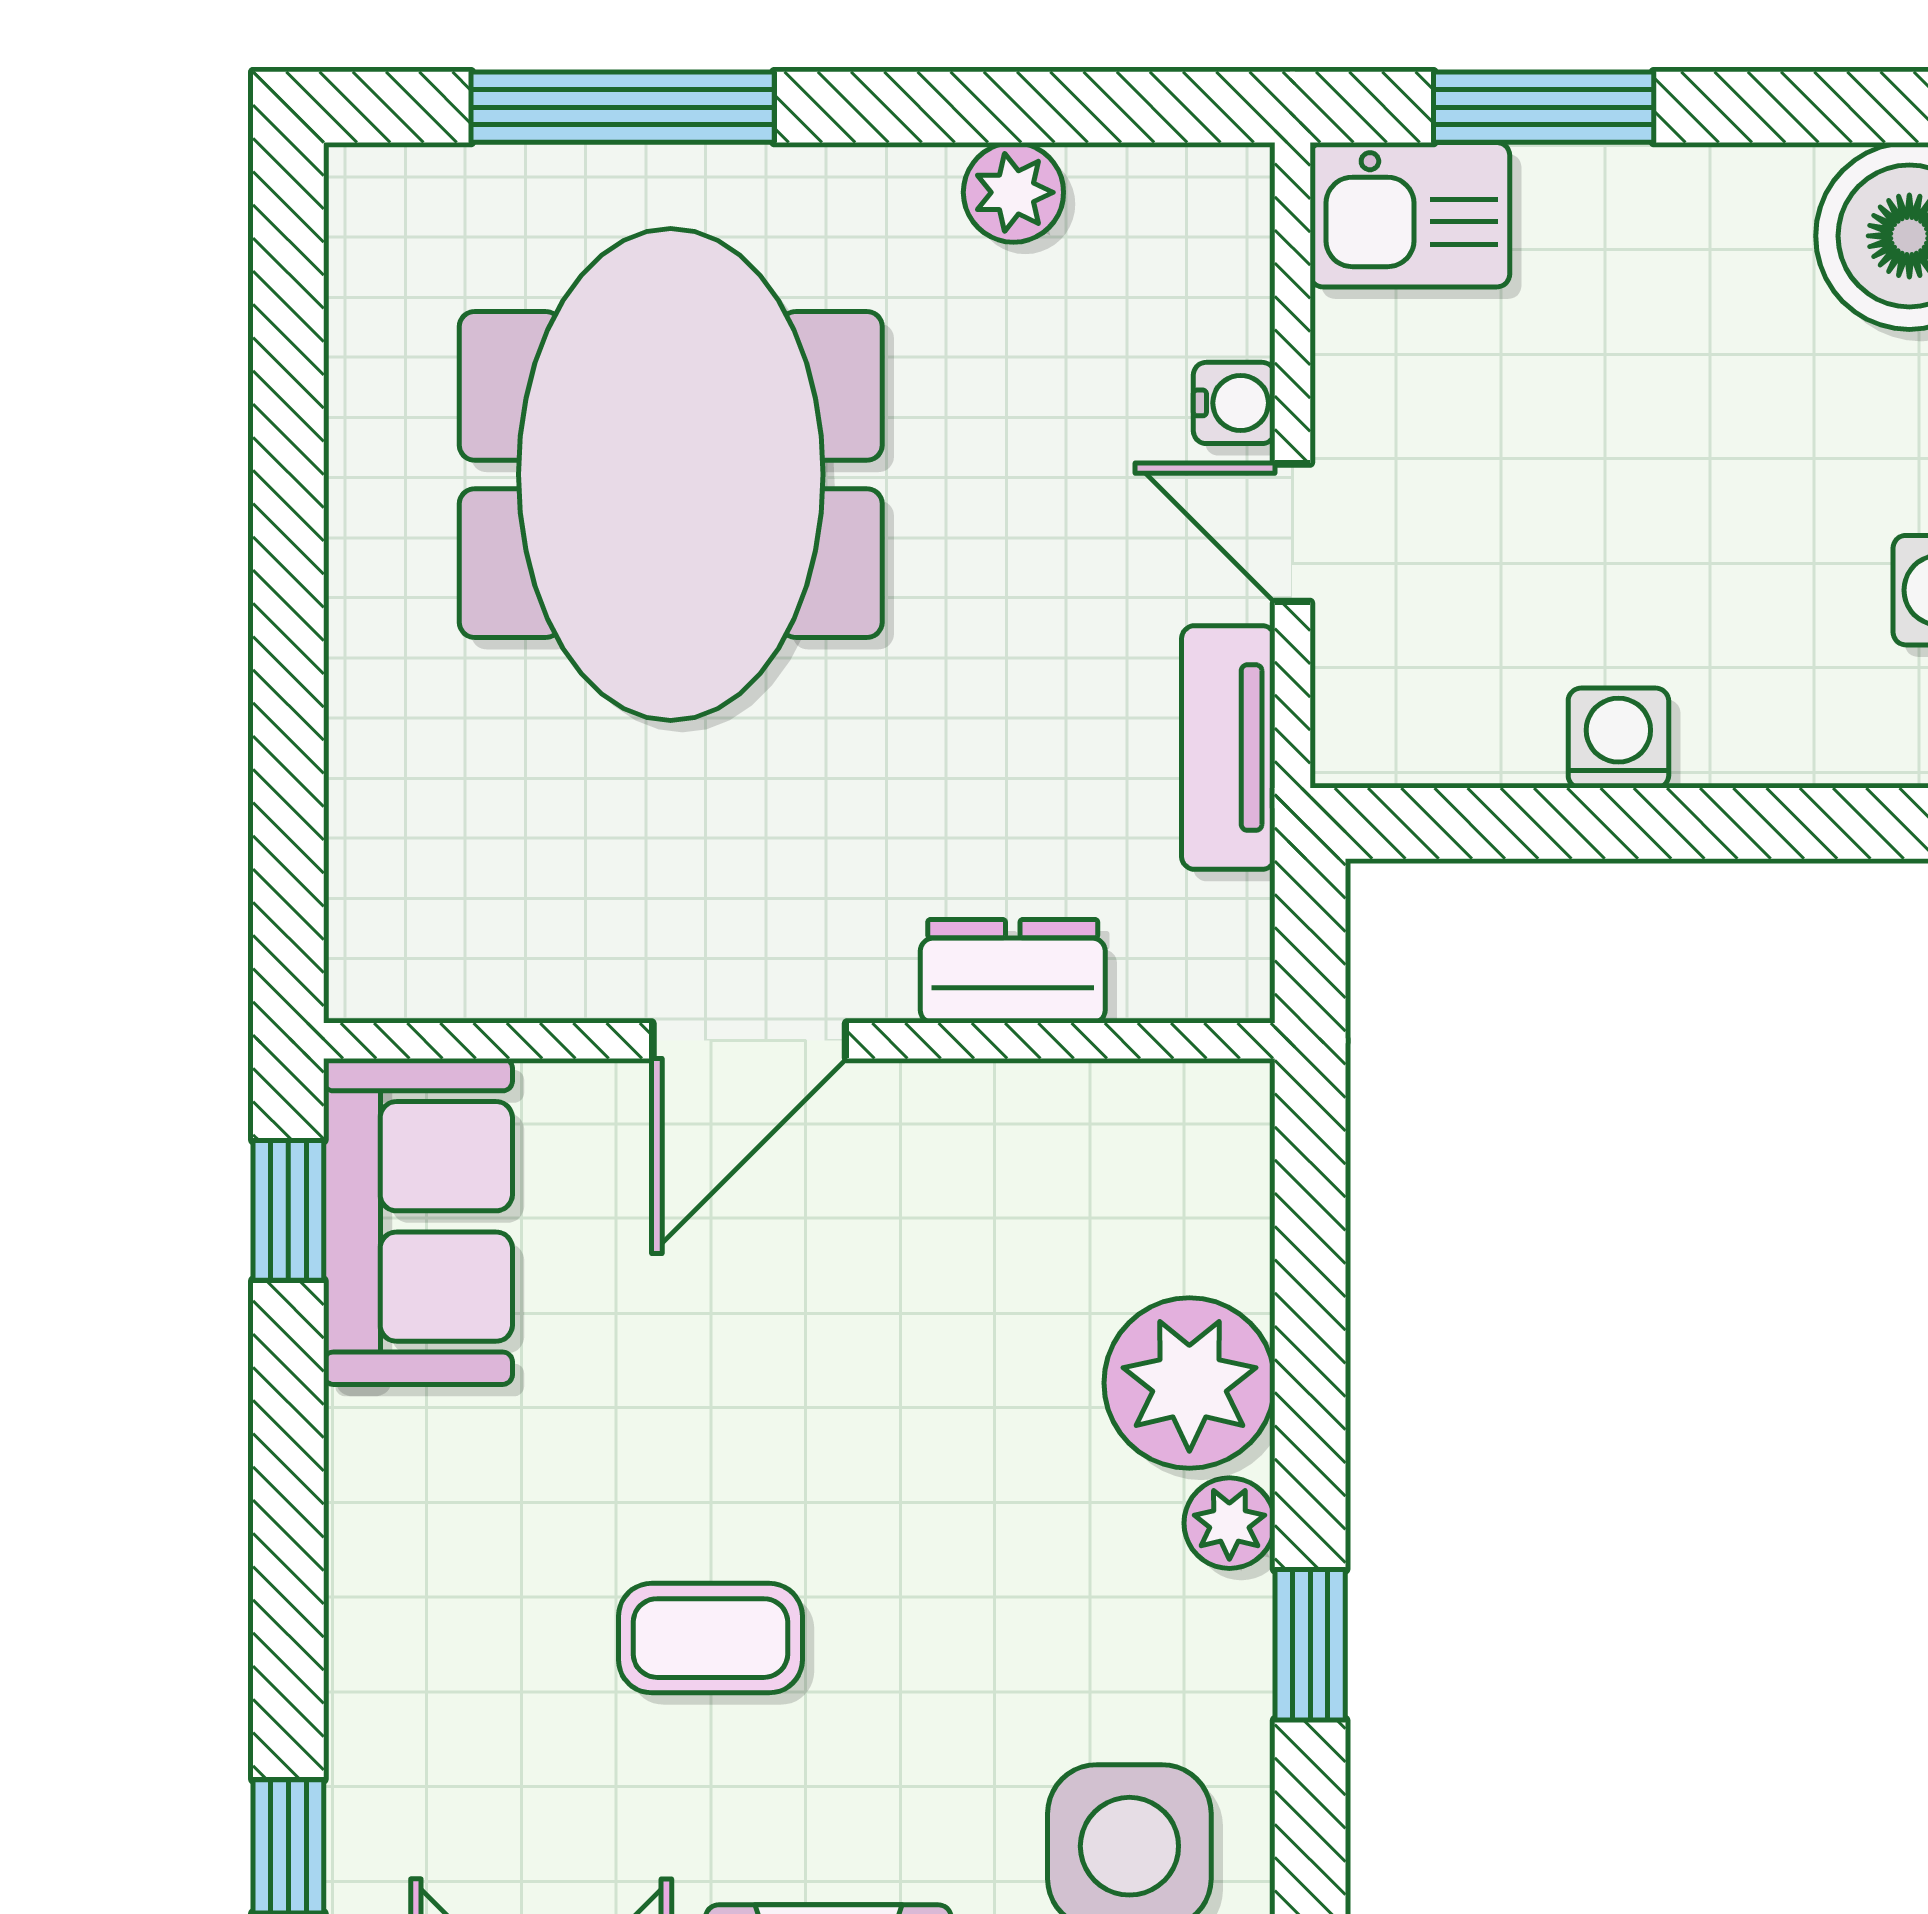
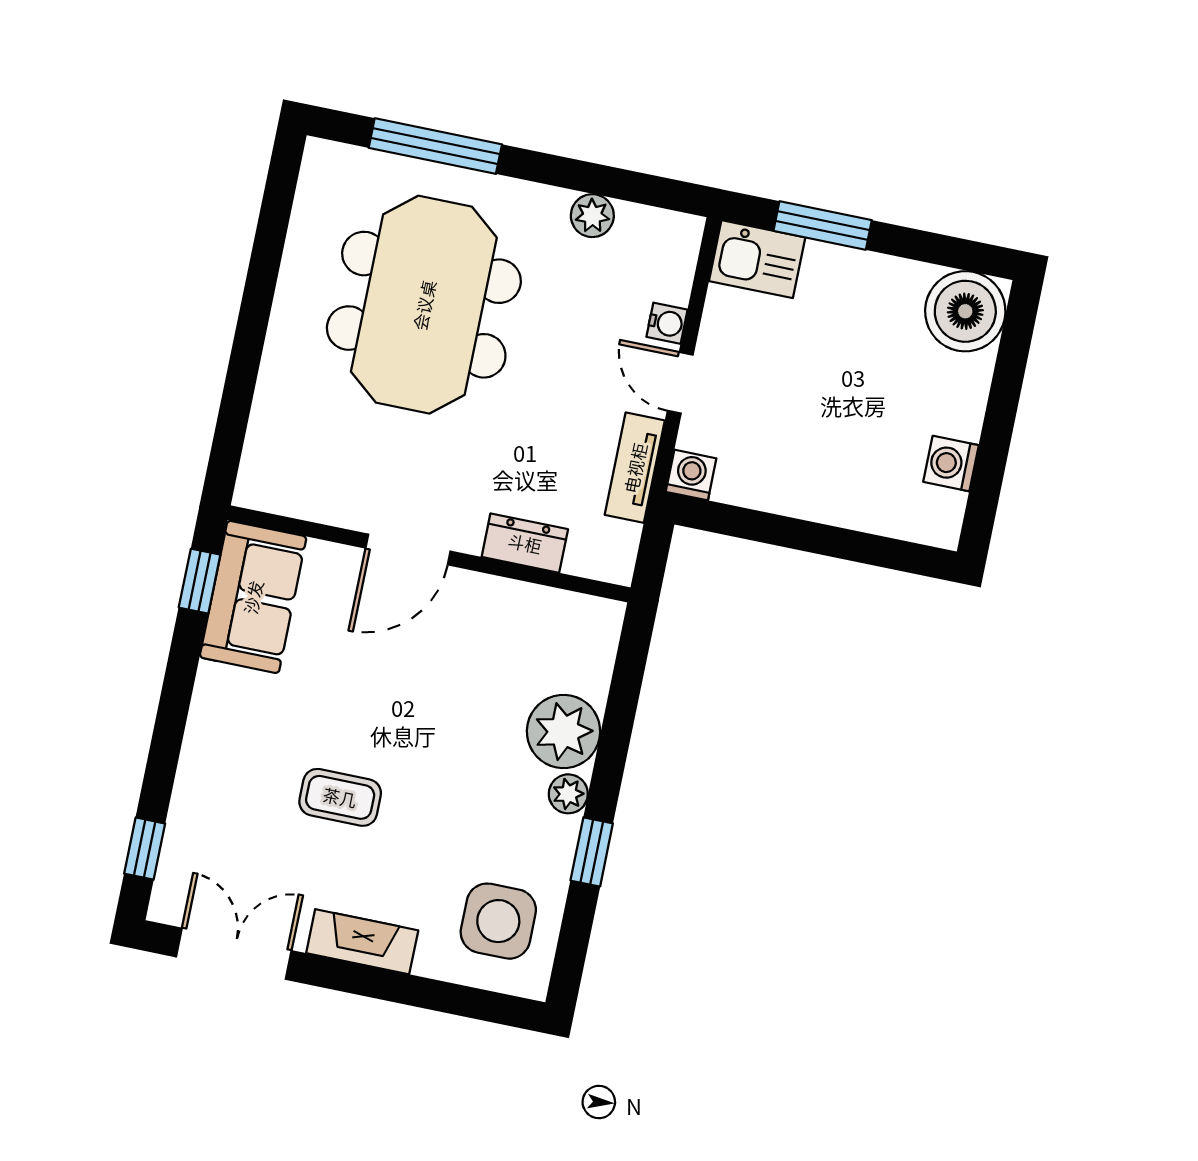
washing machine: (1618, 738) -> (691, 475), moved

